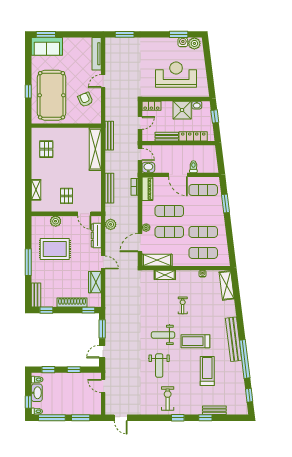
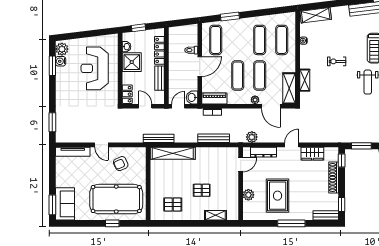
pallet: (66, 196) -> (202, 190), moved

